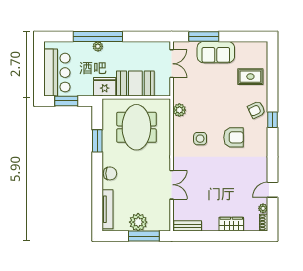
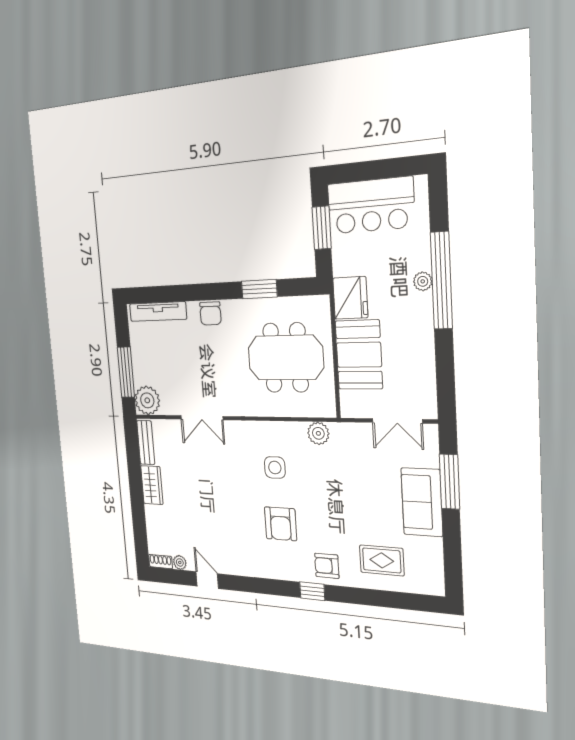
rug: (250, 77) -> (382, 560), turned 90
armchair: (256, 110) -> (327, 566), turned -65
plant: (138, 222) -> (147, 400), moved
wardrobe: (231, 224) -> (152, 485), moved

